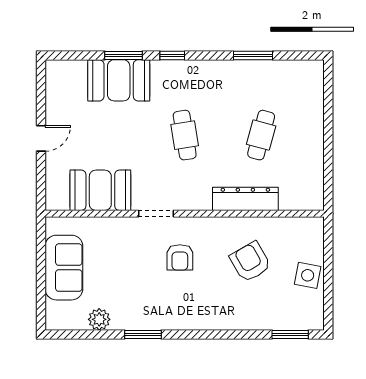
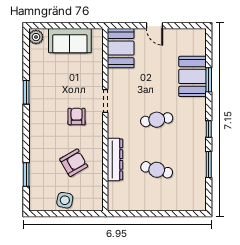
window: (172, 56) -> (209, 129), moved
booth: (100, 190) -> (121, 48), moved
armchair: (180, 257) -> (77, 117), turned 90
plant: (99, 319) -> (36, 37), moved
window: (290, 335) -> (26, 174), moved

